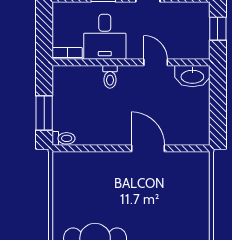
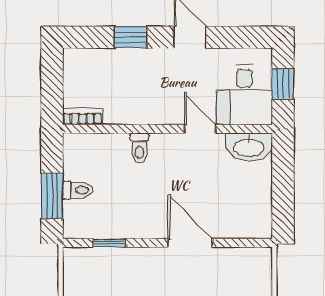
desk: (105, 37) -> (244, 95), moved
toilet: (64, 138) -> (78, 190), moved
window: (87, 148) -> (109, 243), added

